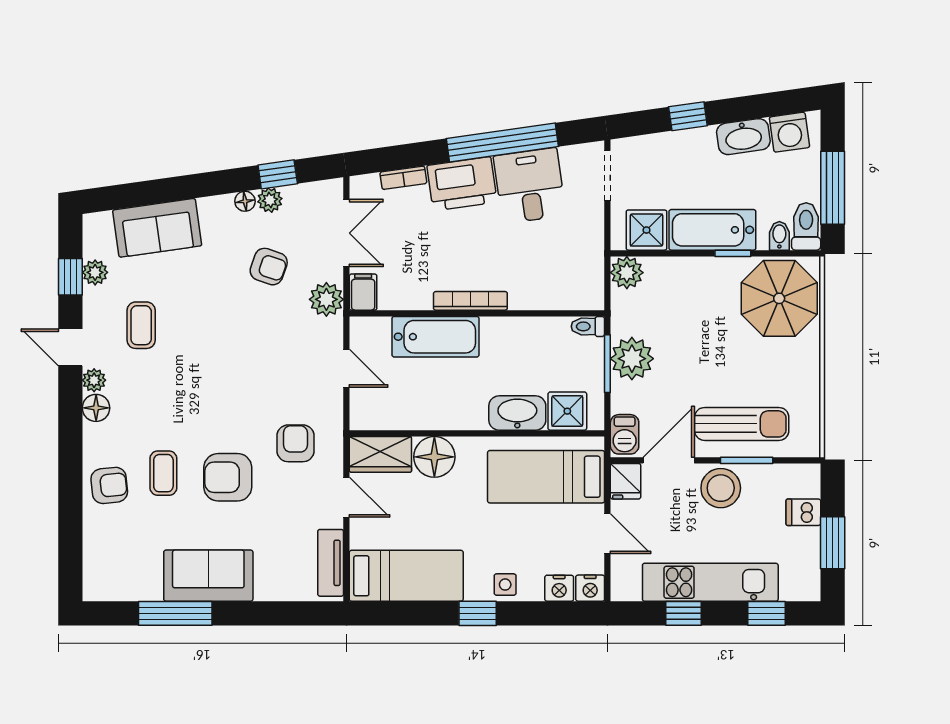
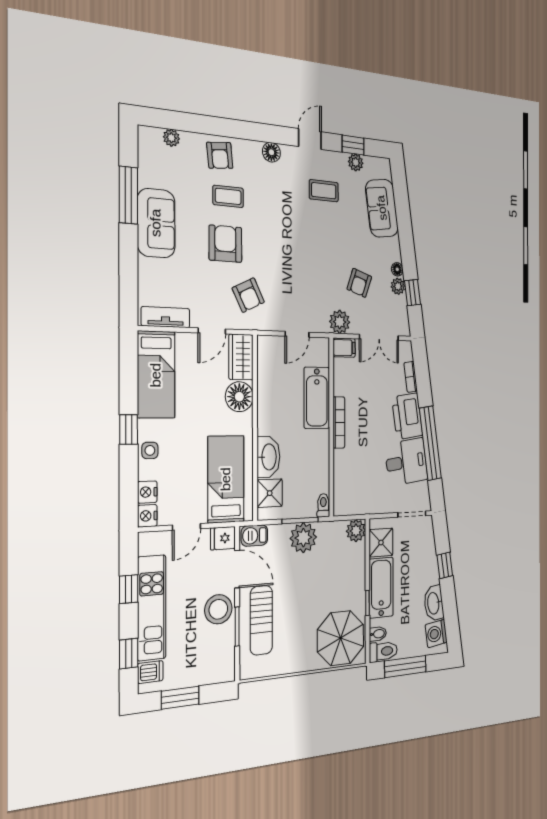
plant: (94, 380) -> (171, 138), moved
armchair: (295, 443) -> (248, 295), turned 64
dishwasher: (803, 512) -> (150, 672), moved, turned 90

